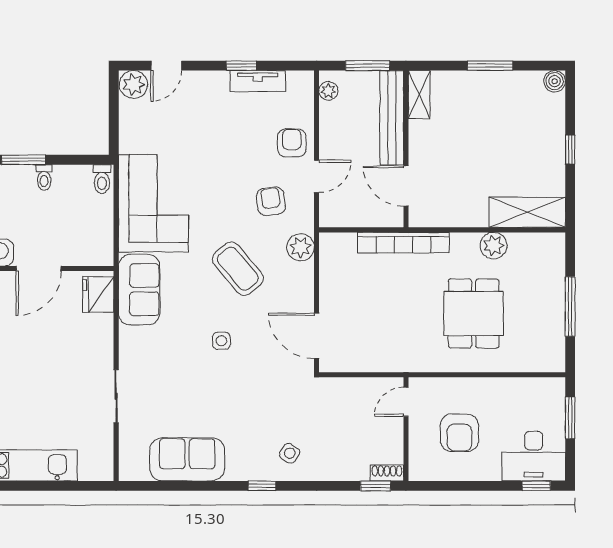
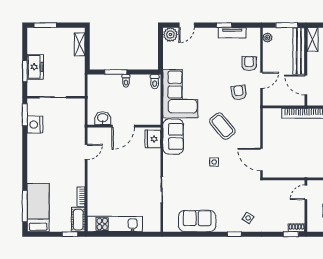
plant: (301, 247) -> (254, 115), removed

